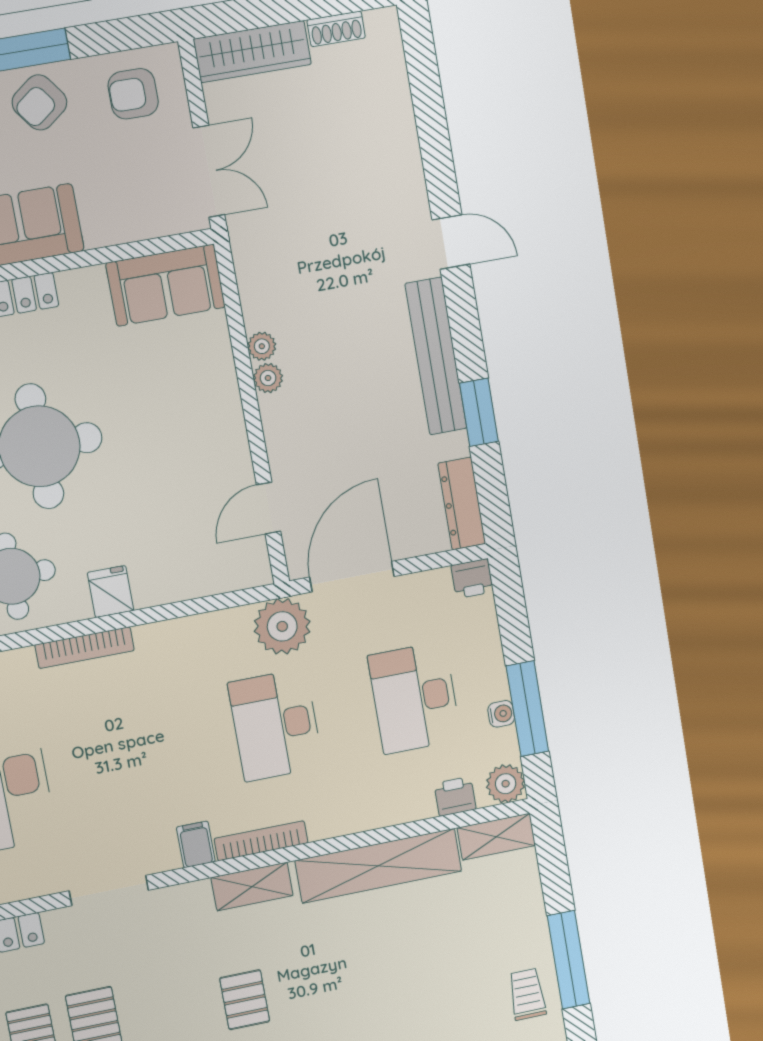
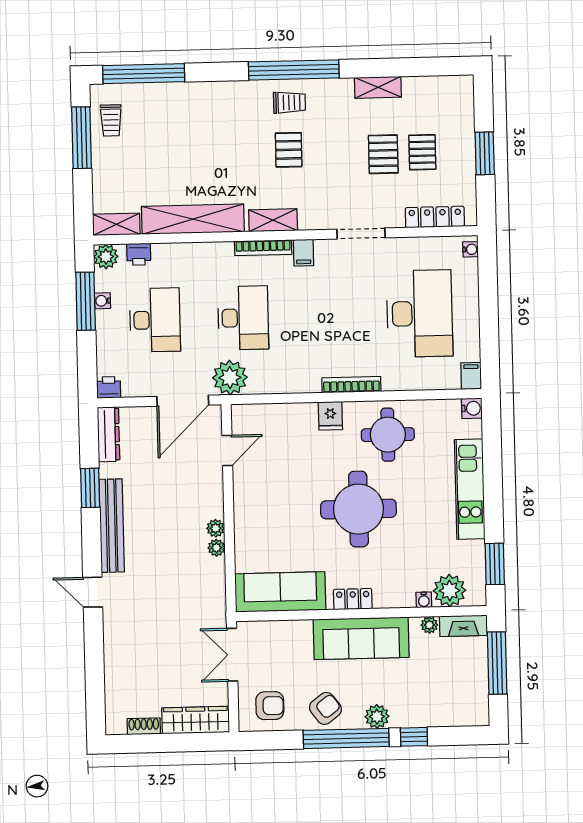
sofa: (166, 285) -> (280, 592), width x1.36

